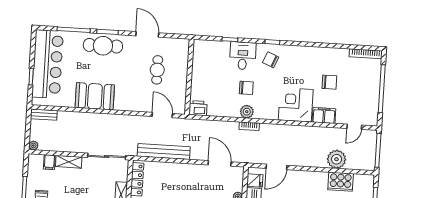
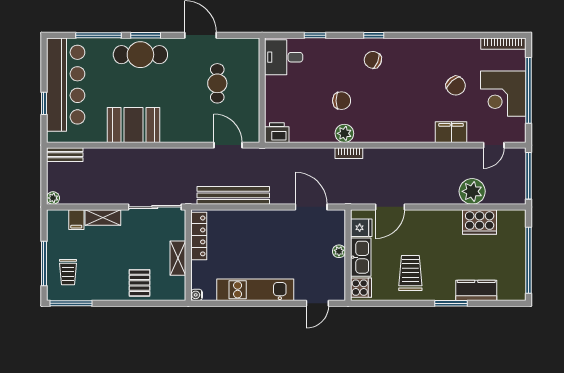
desk: (243, 56) -> (284, 57), moved, turned -90
chair: (329, 82) -> (456, 86), turned 49
corner desk: (296, 105) -> (503, 94), moved, turned -90

